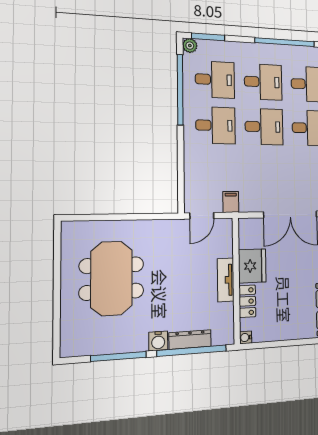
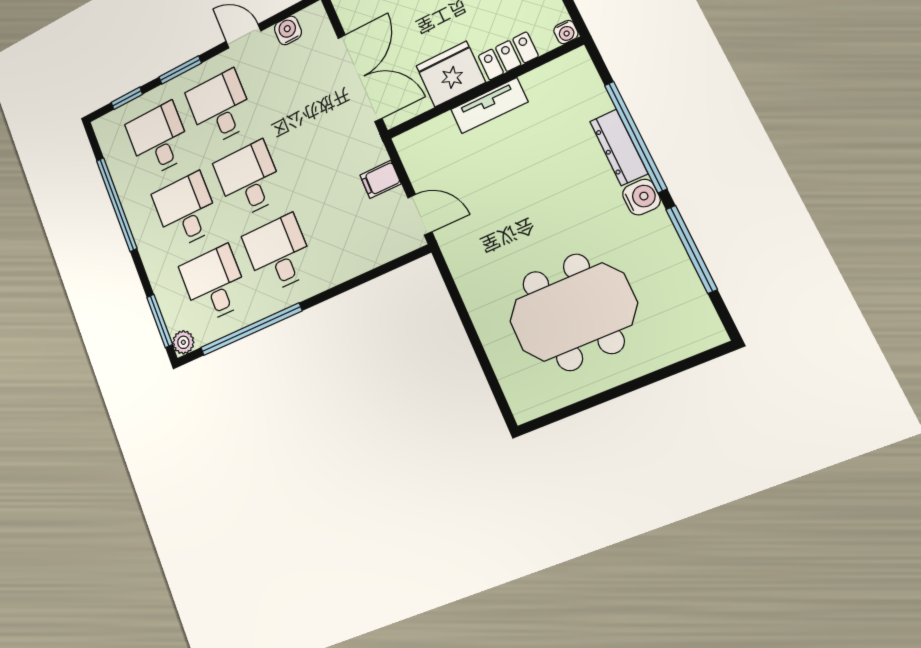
fridge: (252, 266) -> (451, 74), moved
tv unit: (226, 280) -> (489, 106), moved
wall: (236, 281) -> (483, 88), moved
locker: (247, 301) -> (508, 56), moved
water cooler: (246, 337) -> (566, 32), moved

